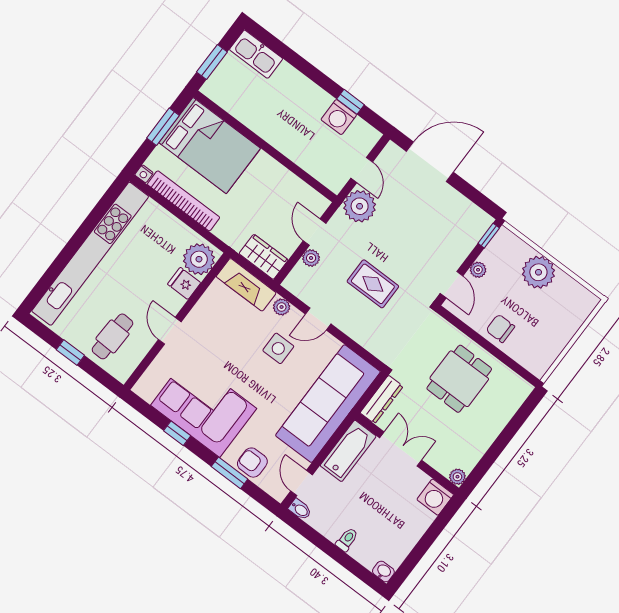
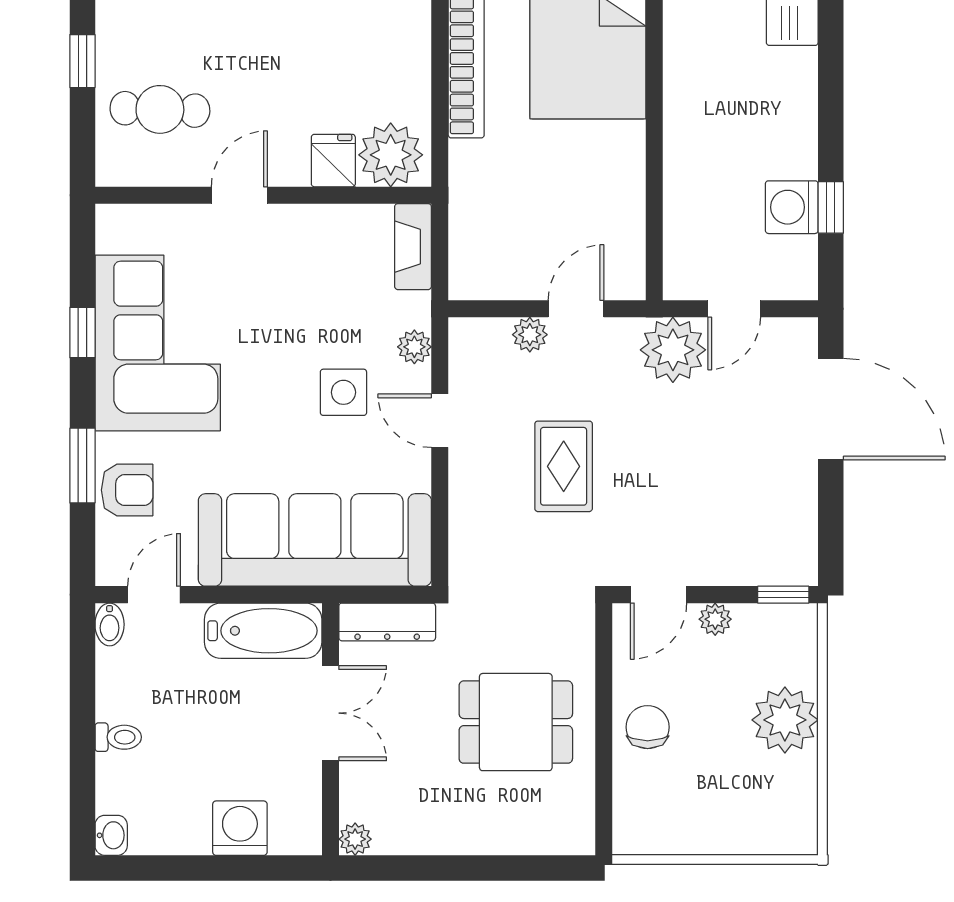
wardrobe: (264, 257) -> (474, 256), removed
fireplace: (246, 285) -> (413, 247), width x0.73, depth x0.76
armchair: (252, 463) -> (127, 490), turned 90
washing machine: (435, 497) -> (240, 828), moved, turned 90

